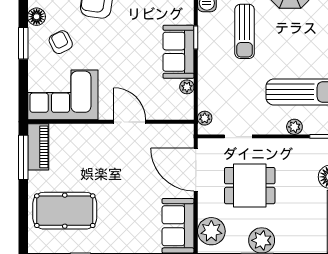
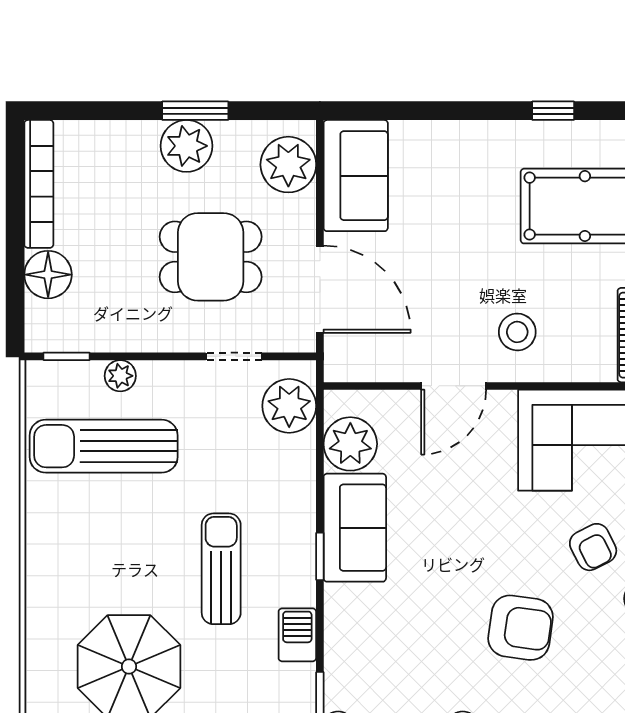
plant: (187, 87) -> (350, 444), width x1.88, depth x1.88
plant: (205, 118) -> (289, 406), width x1.87, depth x1.87
door: (130, 122) -> (454, 386), hinge flipped
stool: (98, 148) -> (517, 332), added

